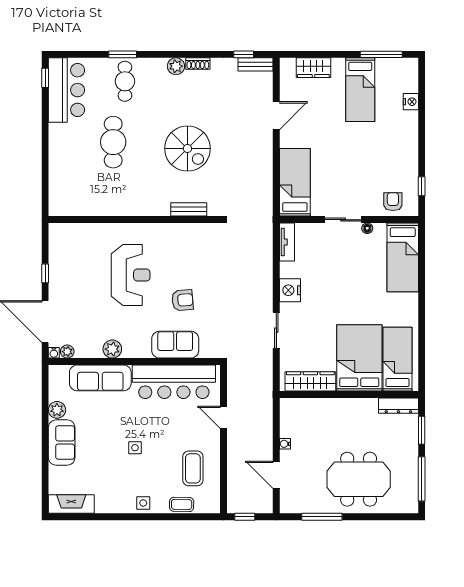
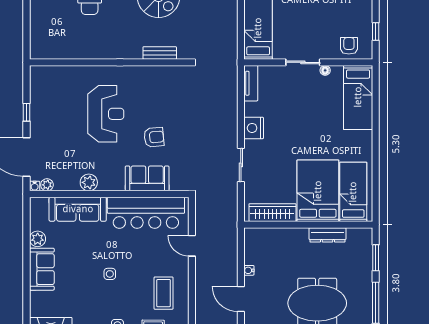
dresser: (398, 406) -> (327, 235), moved

